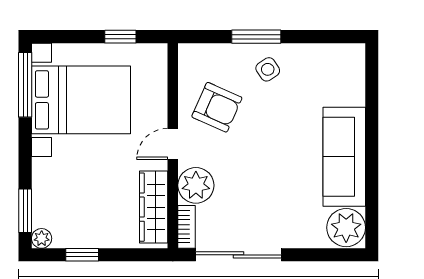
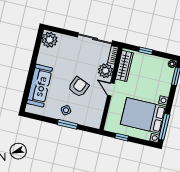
armchair: (217, 107) -> (79, 87), moved, turned 89
door: (173, 144) -> (111, 89), swing flipped
sofa: (344, 157) -> (40, 86), moved
window: (82, 255) -> (146, 51), moved

